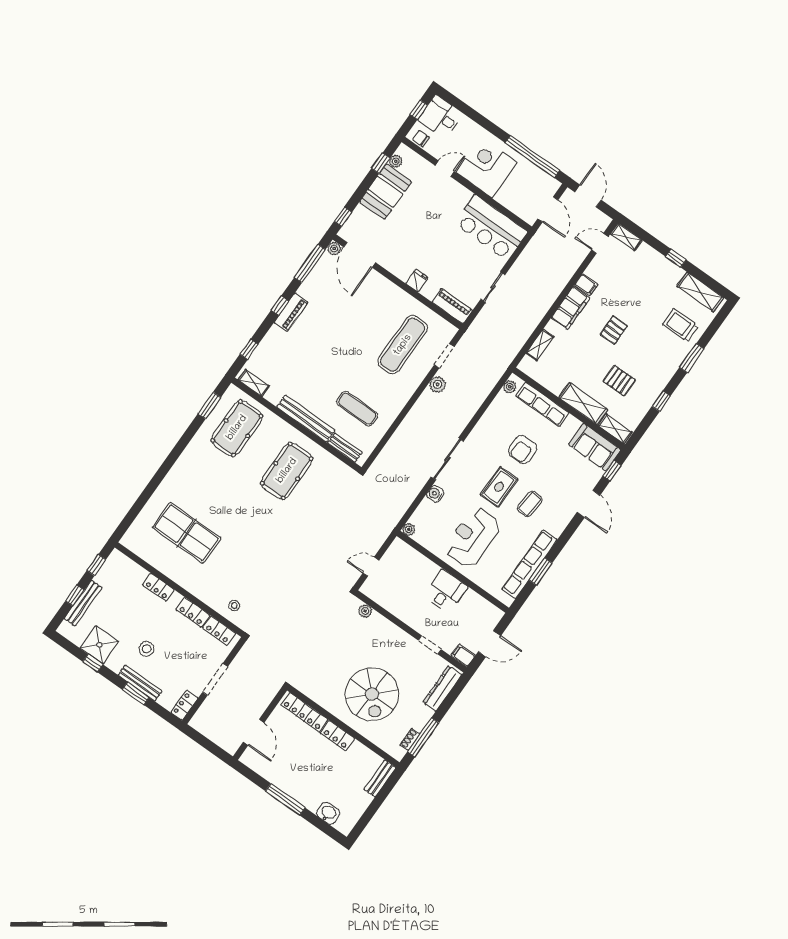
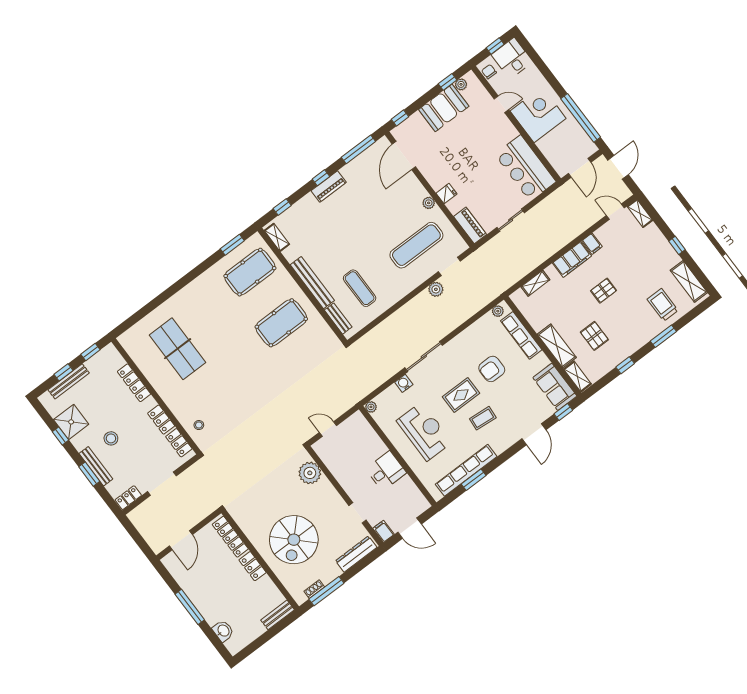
plant: (334, 249) -> (429, 203), moved
reception desk: (473, 537) -> (424, 432), turned 90
locker: (158, 587) -> (134, 383), width x1.53
plant: (365, 611) -> (310, 473), width x1.87, depth x1.87

